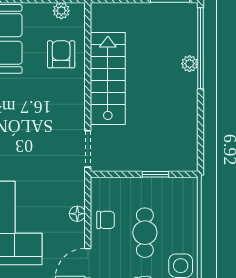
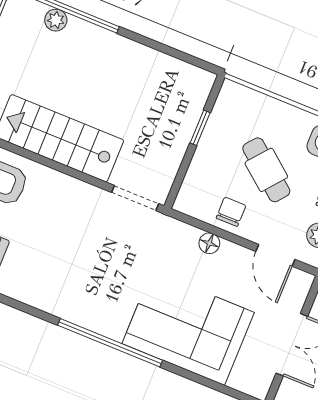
plant: (190, 64) -> (56, 20), moved
cafe table: (145, 233) -> (266, 170), turned 39

